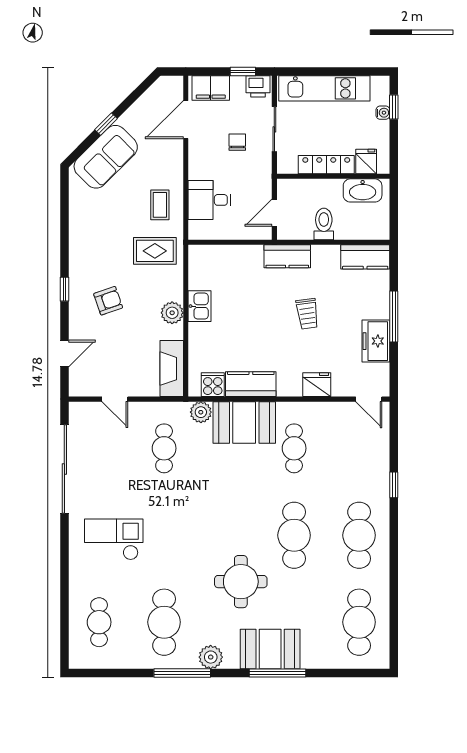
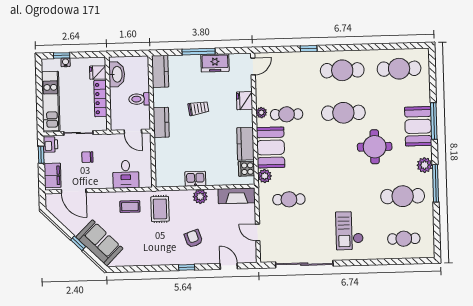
door: (115, 399) -> (258, 232), swing flipped
plant: (298, 410) -> (261, 113), added

